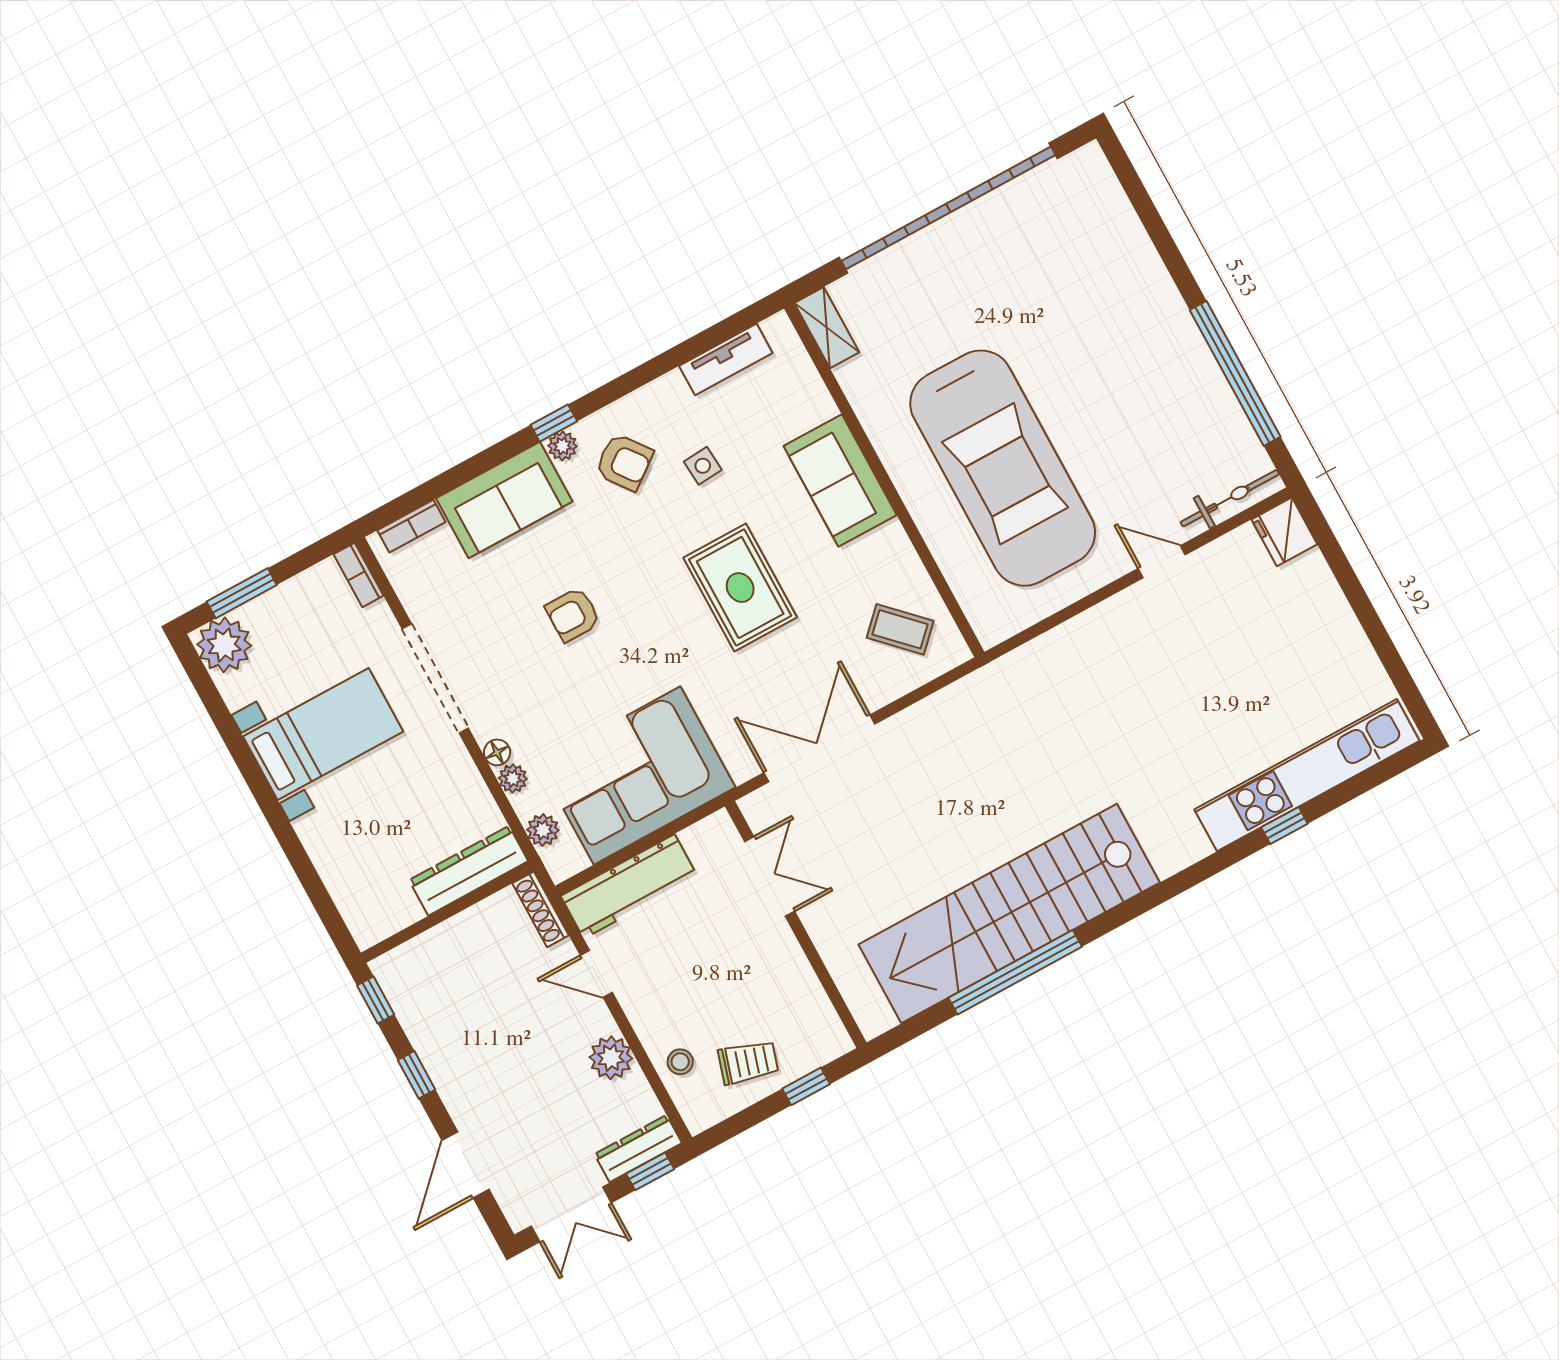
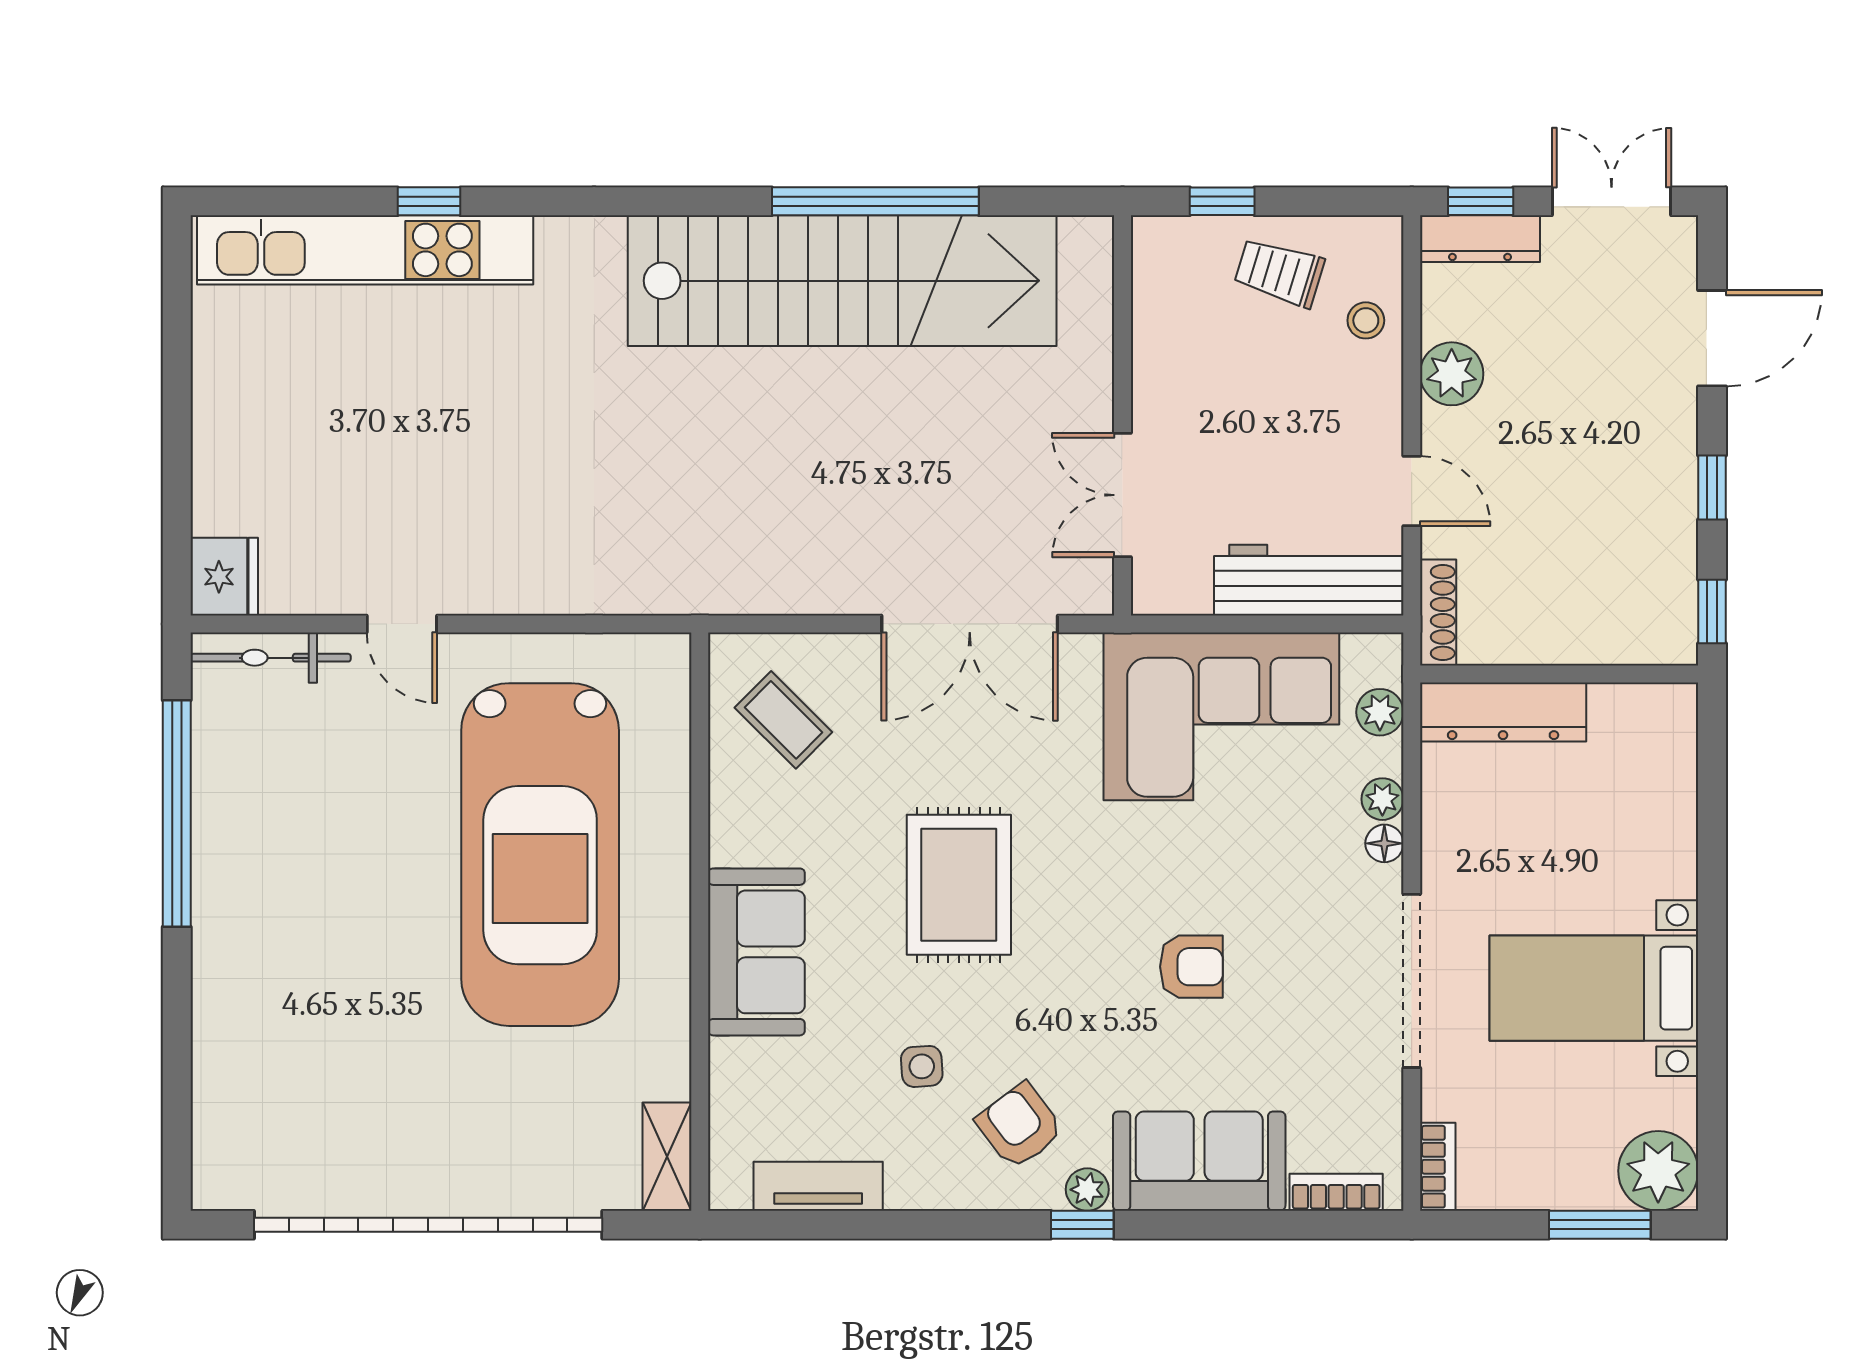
car: (1003, 468) -> (540, 855), turned 180

